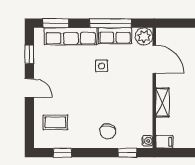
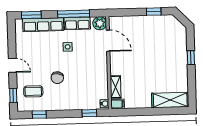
window: (29, 54) -> (13, 96), moved
shelving: (162, 102) -> (116, 87), moved
chair: (108, 131) -> (57, 78), moved

